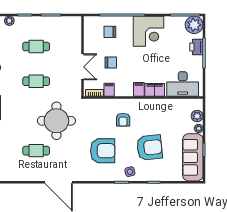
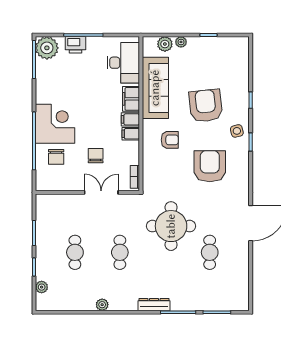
corner desk: (149, 31) -> (55, 124), moved
filing cabinet: (109, 90) -> (131, 134), moved
sofa: (193, 157) -> (155, 88), moved, turned -90

